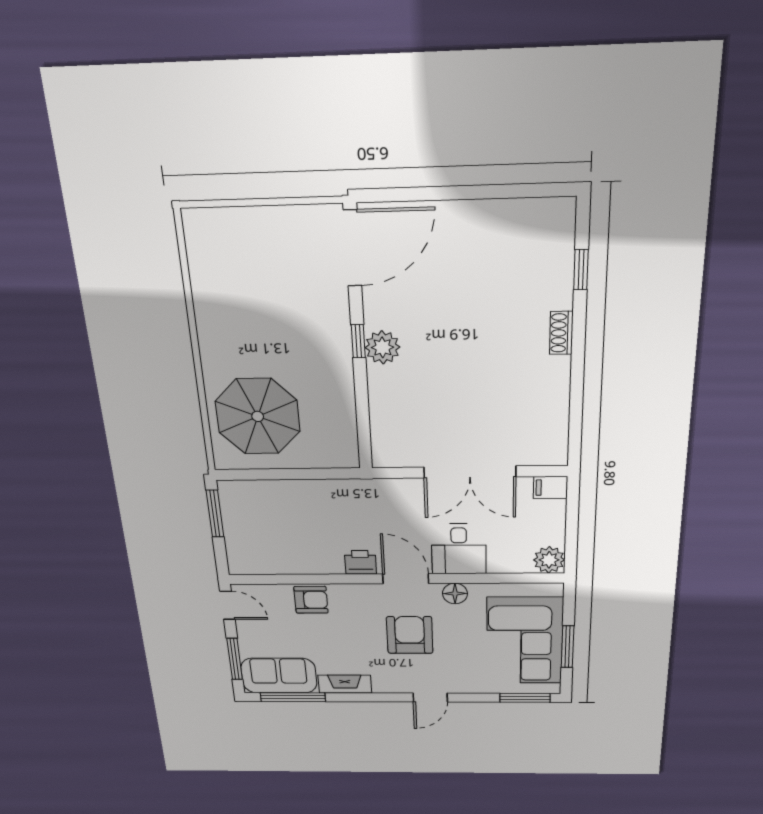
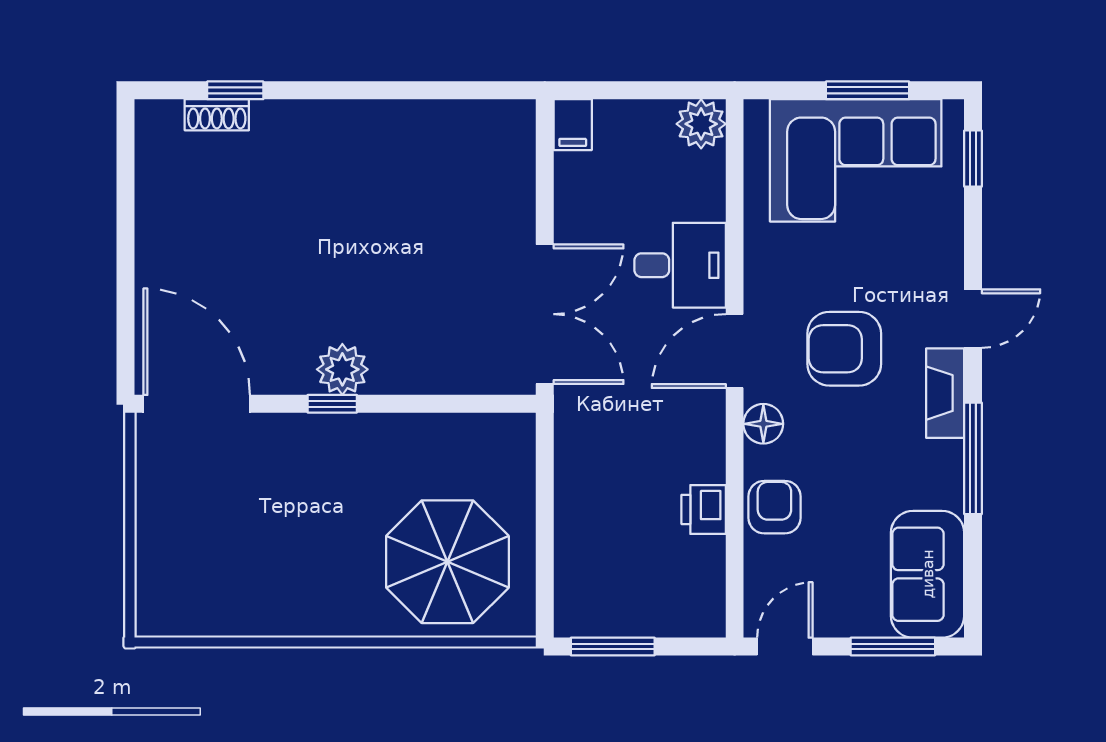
shoe rack: (561, 333) -> (217, 115), moved
double door: (470, 472) -> (545, 314), moved
printer: (360, 562) -> (704, 509), moved
floor lamp: (455, 594) -> (763, 424), moved
fireplace: (345, 684) -> (945, 393), moved
window: (293, 697) -> (973, 458), moved
door: (430, 698) -> (973, 319), hinge flipped
window: (525, 698) -> (973, 159), width x0.67

